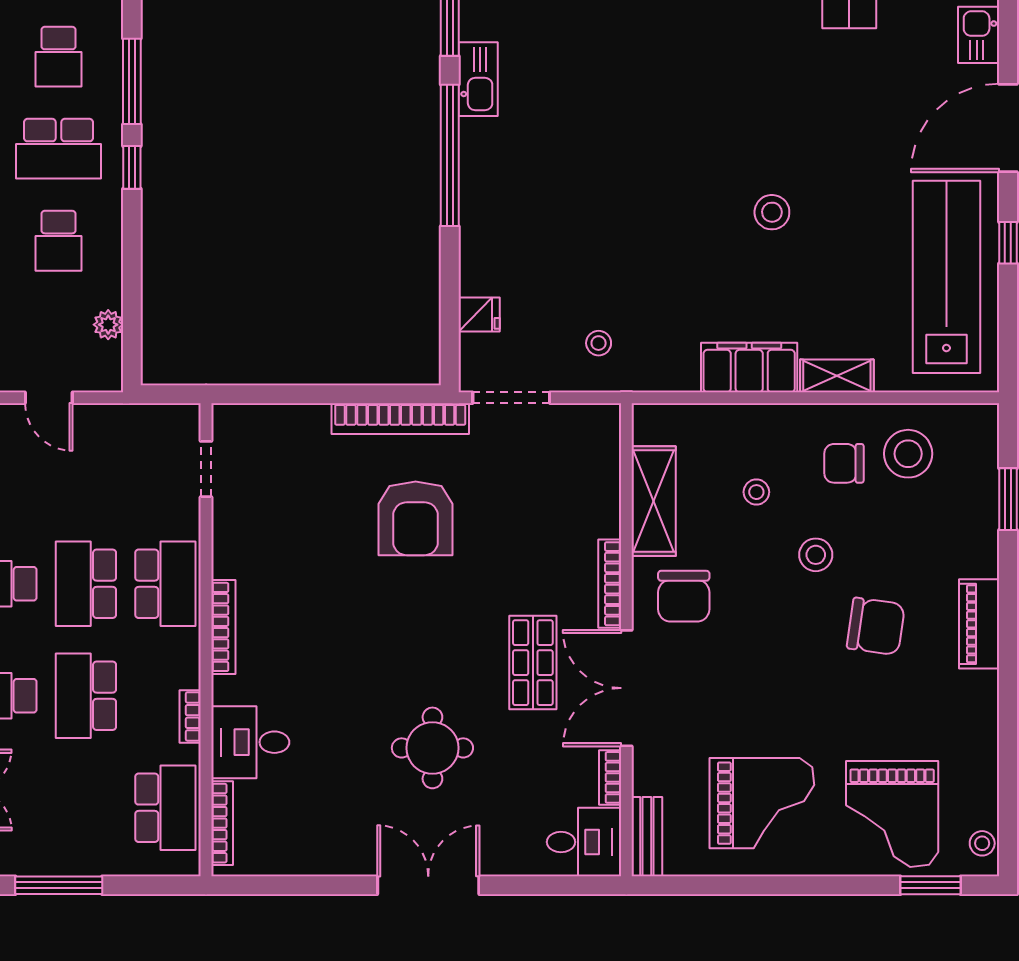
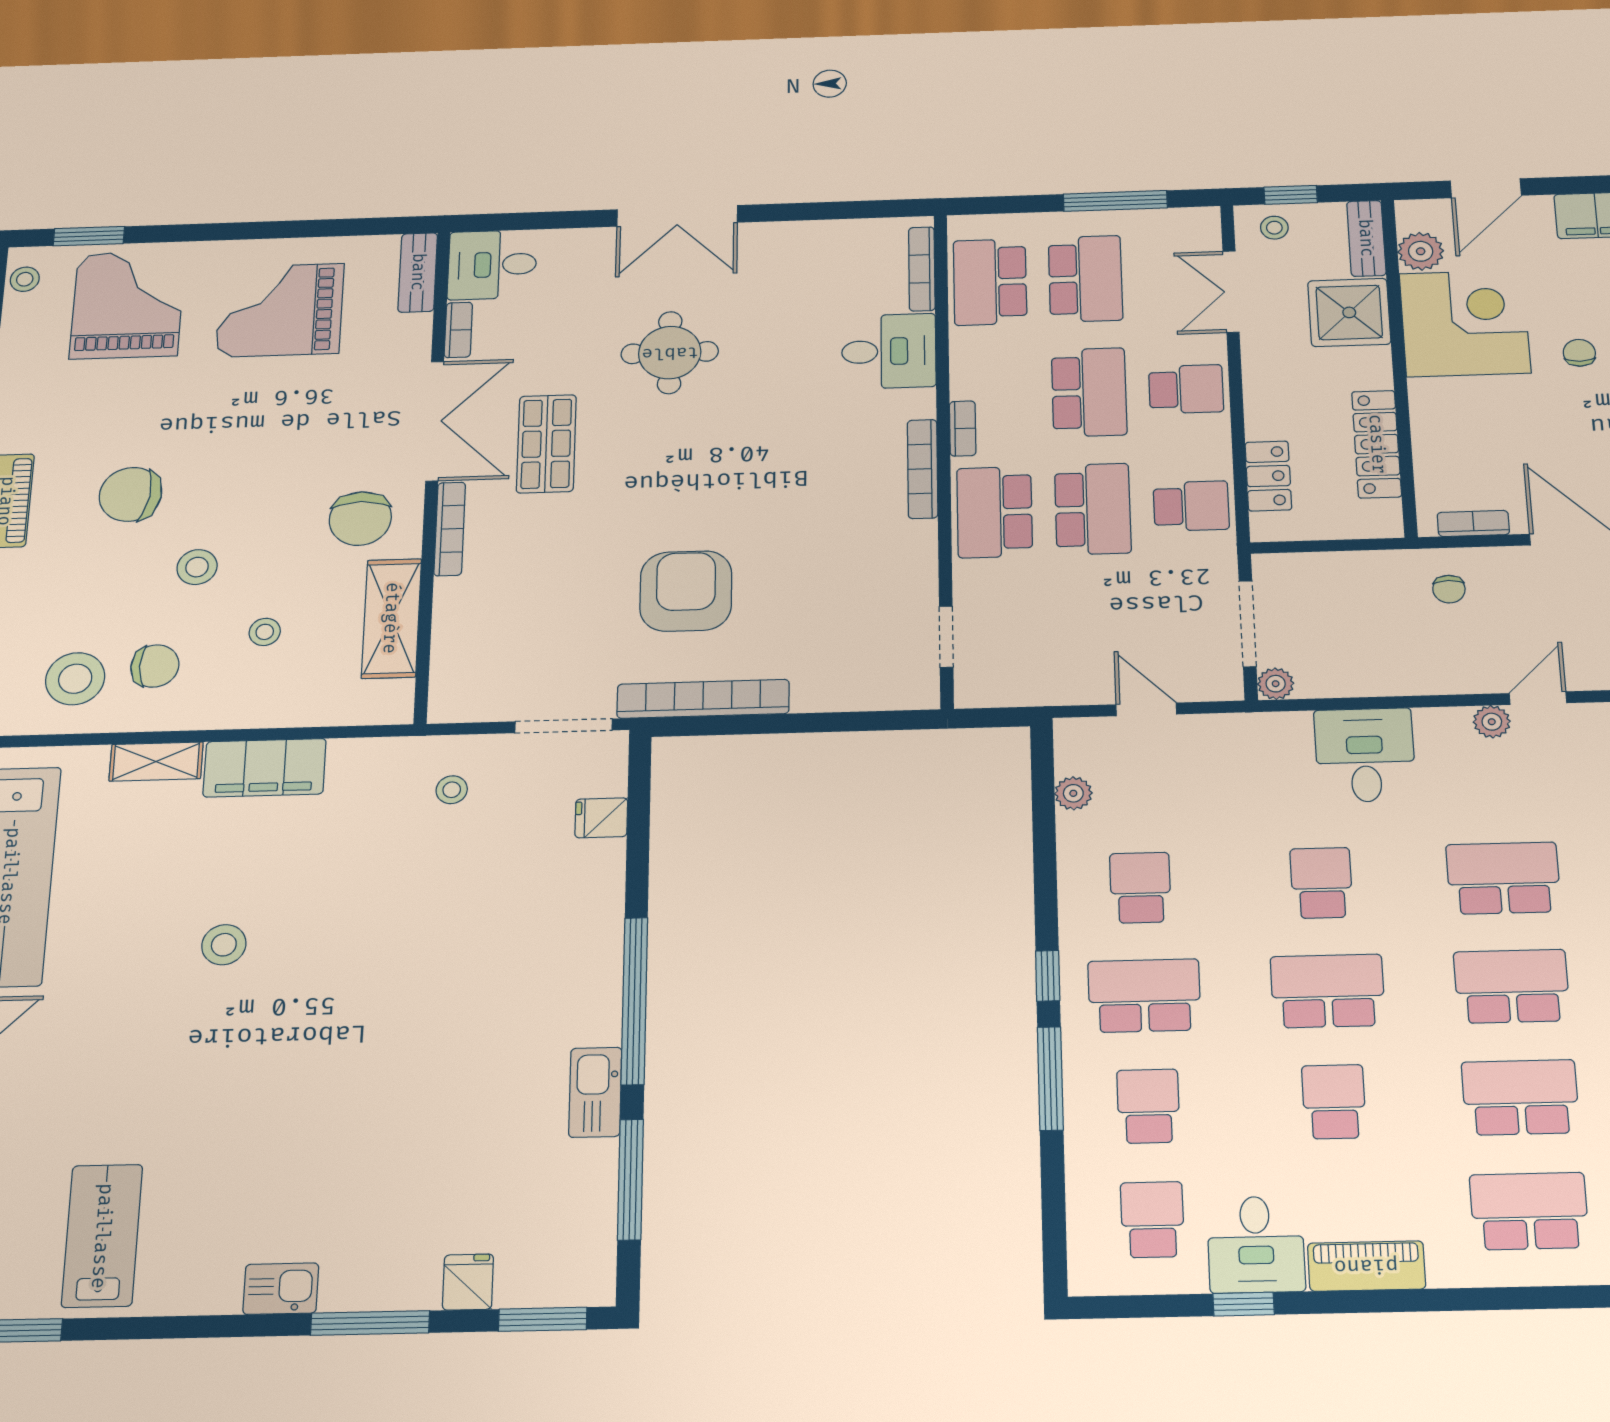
chair: (684, 596) -> (360, 519), turned 180
bookcase: (190, 716) -> (963, 428), moved
school desk: (86, 808) -> (1085, 279), added

